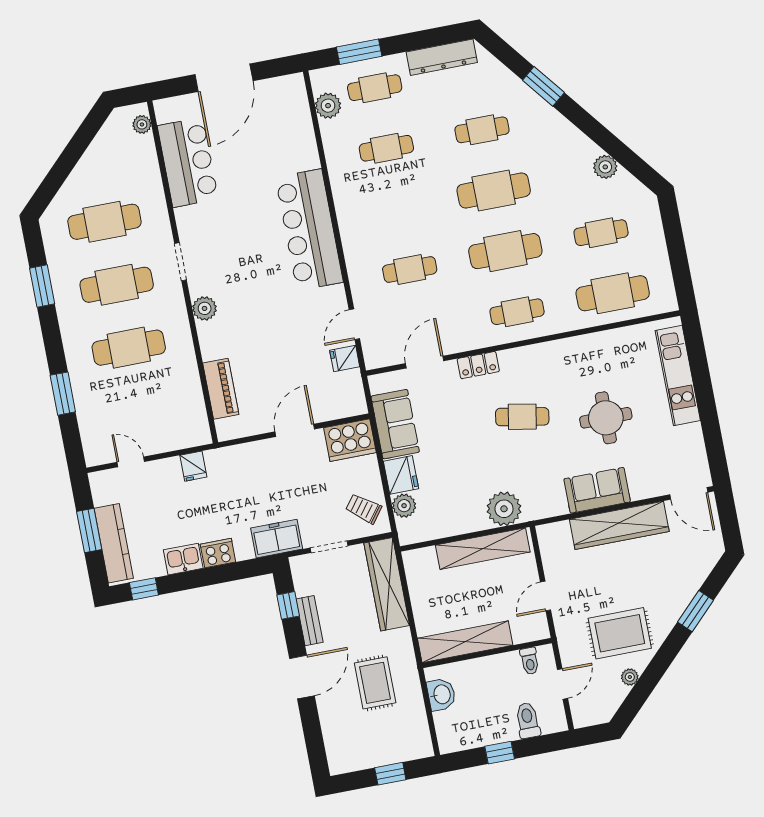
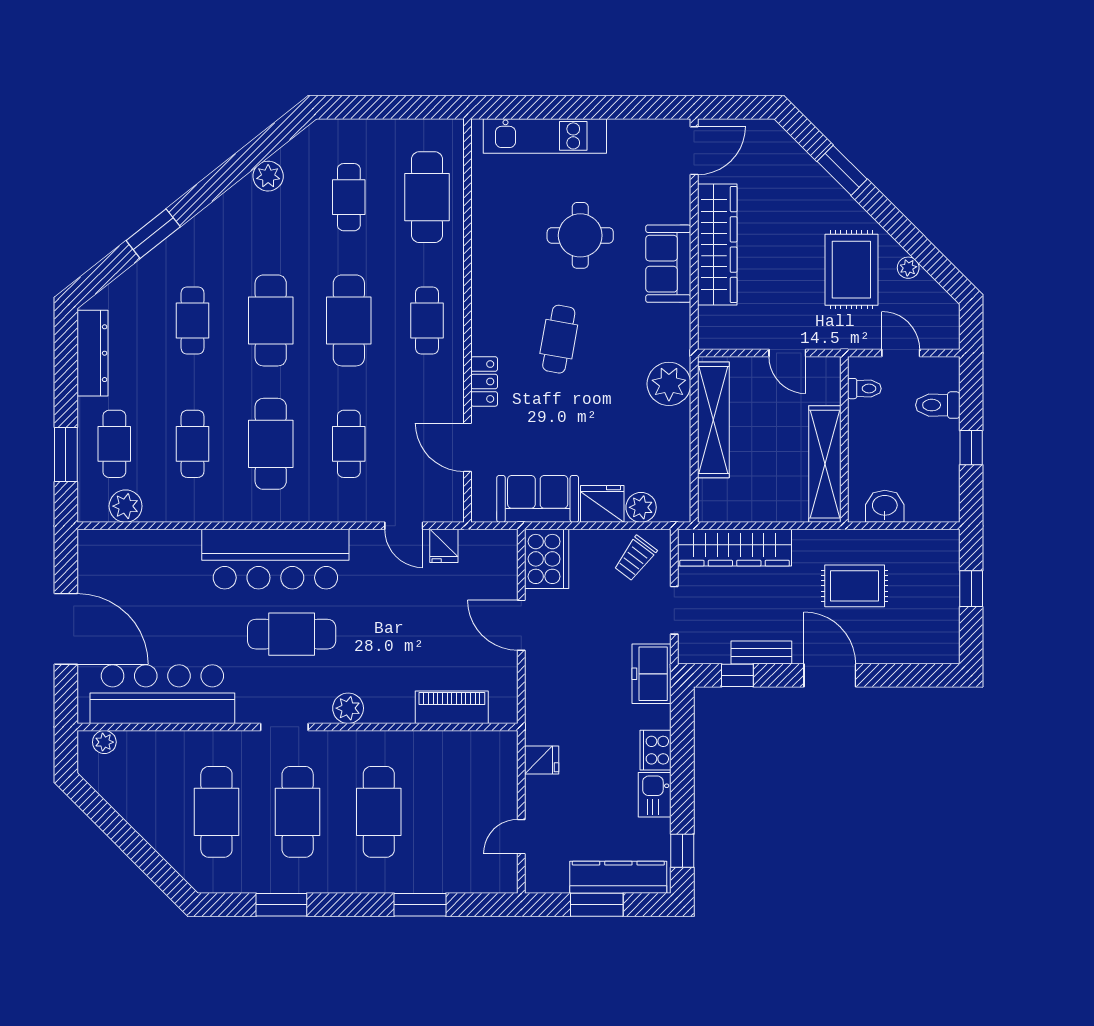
bar counter: (188, 162) -> (162, 694), width x1.36
cafe table: (398, 209) -> (271, 444), added
cafe table: (254, 254) -> (292, 634), added

